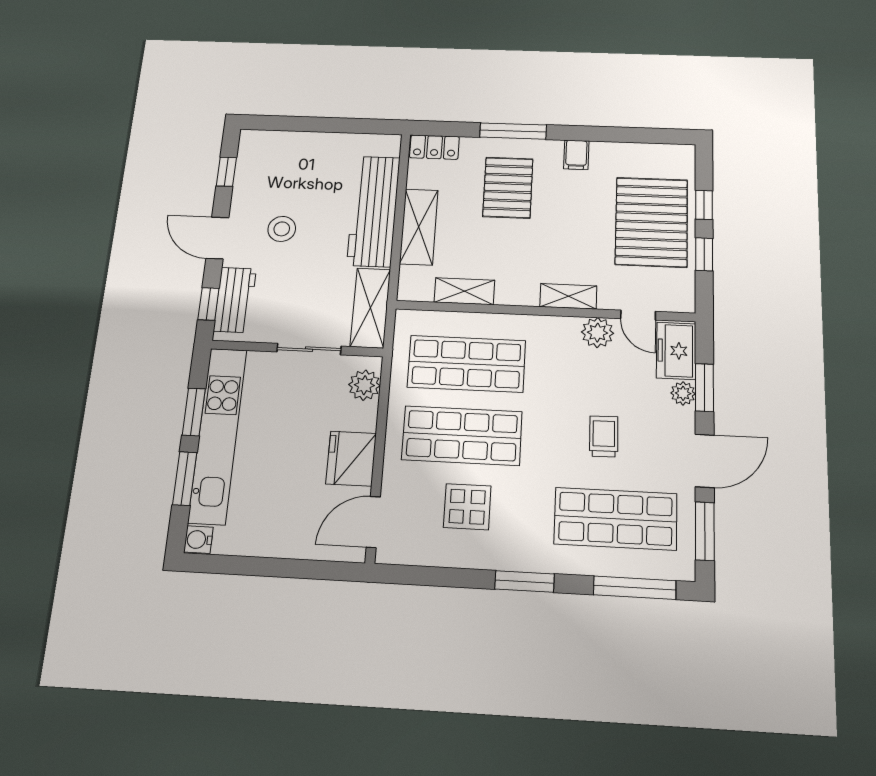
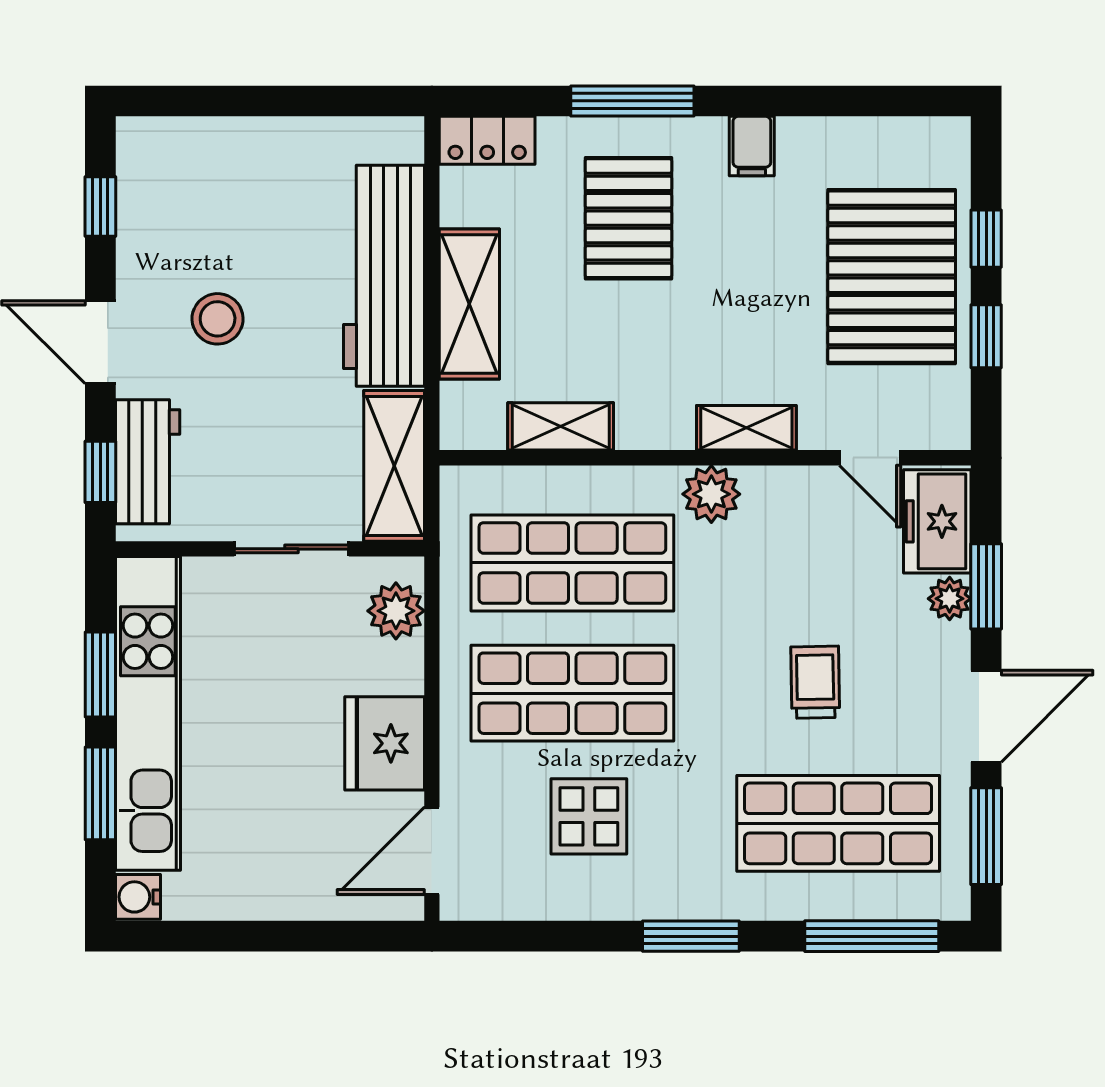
plant: (597, 333) -> (711, 494), moved

